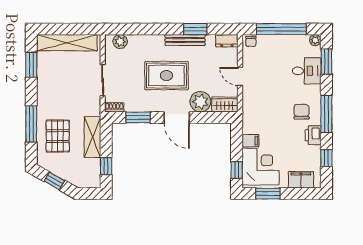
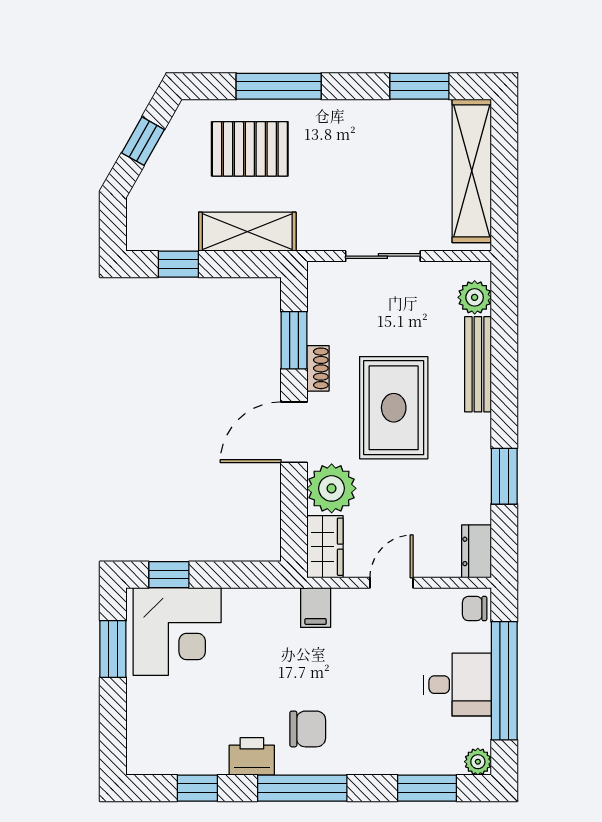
bench: (185, 40) -> (478, 364), moved
desk: (307, 71) -> (457, 685), moved, turned -90
shoe rack: (114, 107) -> (318, 368), moved
filing cabinet: (250, 141) -> (316, 608), moved
filing cabinet: (301, 180) -> (146, 727), removed

